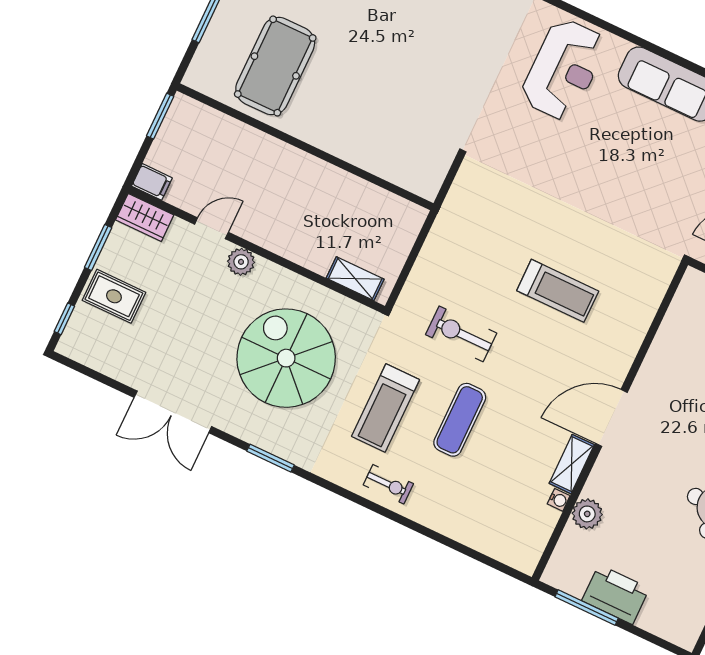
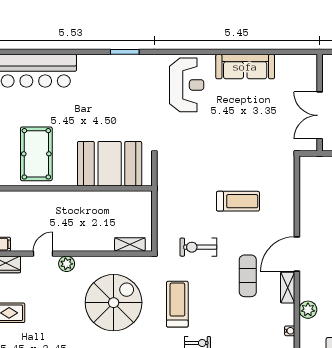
booth: (383, 136) -> (110, 164), added
spiral stairs: (286, 358) -> (114, 303), turned 90
treadmill: (386, 408) -> (177, 304), turned 180
exercise mat: (460, 420) -> (248, 276), moved
water cooler: (559, 500) -> (290, 331), moved

